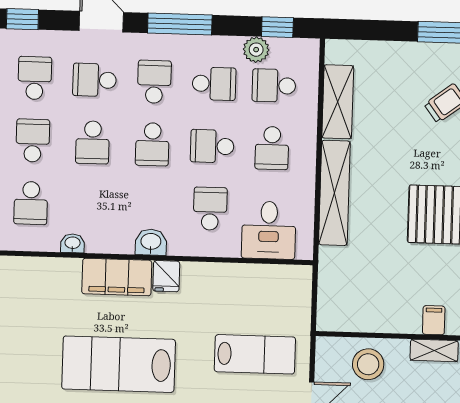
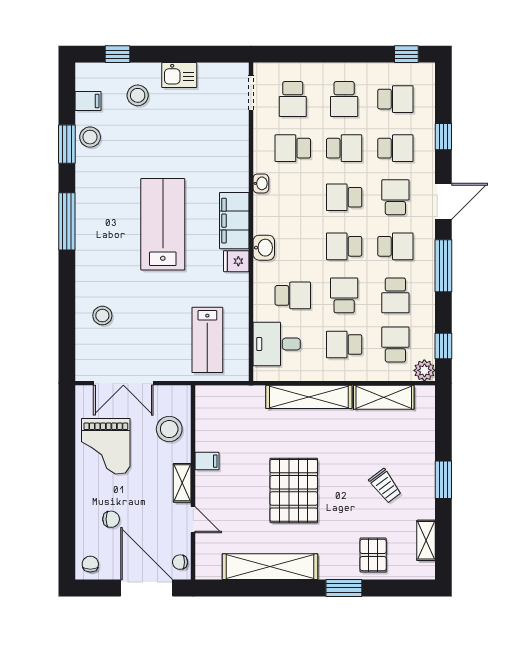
plant: (256, 50) -> (424, 370), moved
filing cabinet: (434, 320) -> (207, 461), moved
lab bench: (255, 354) -> (207, 340), moved

